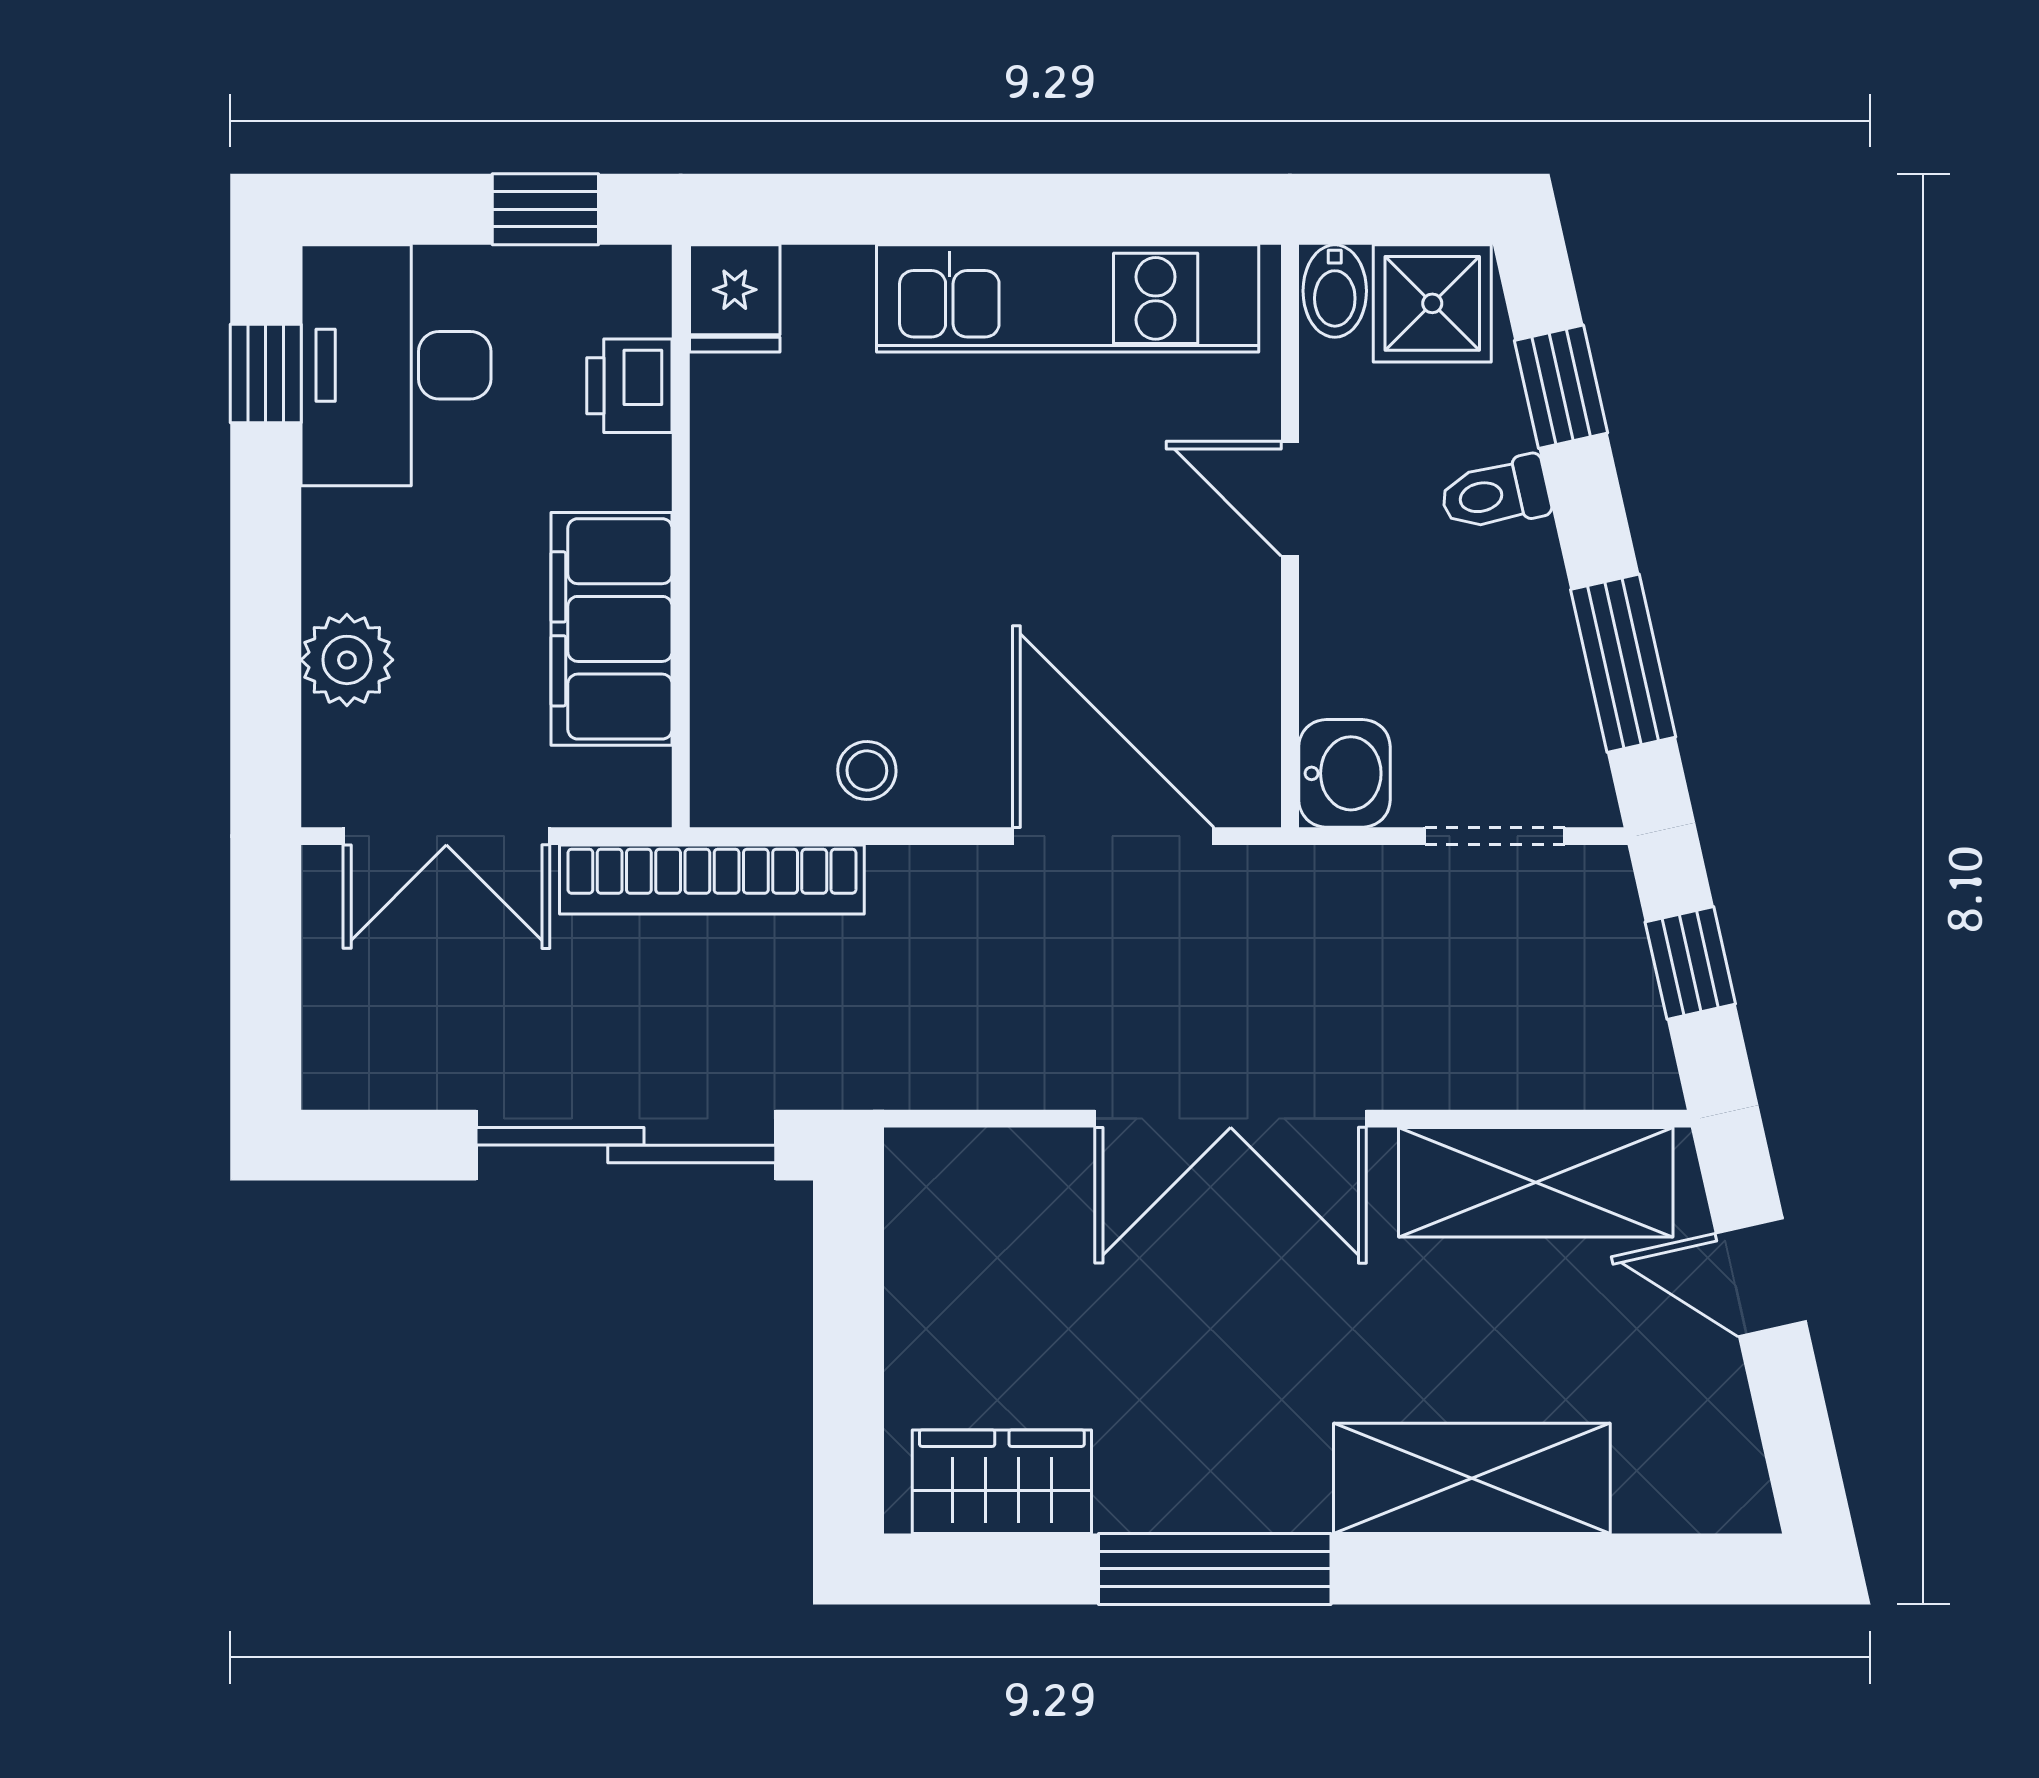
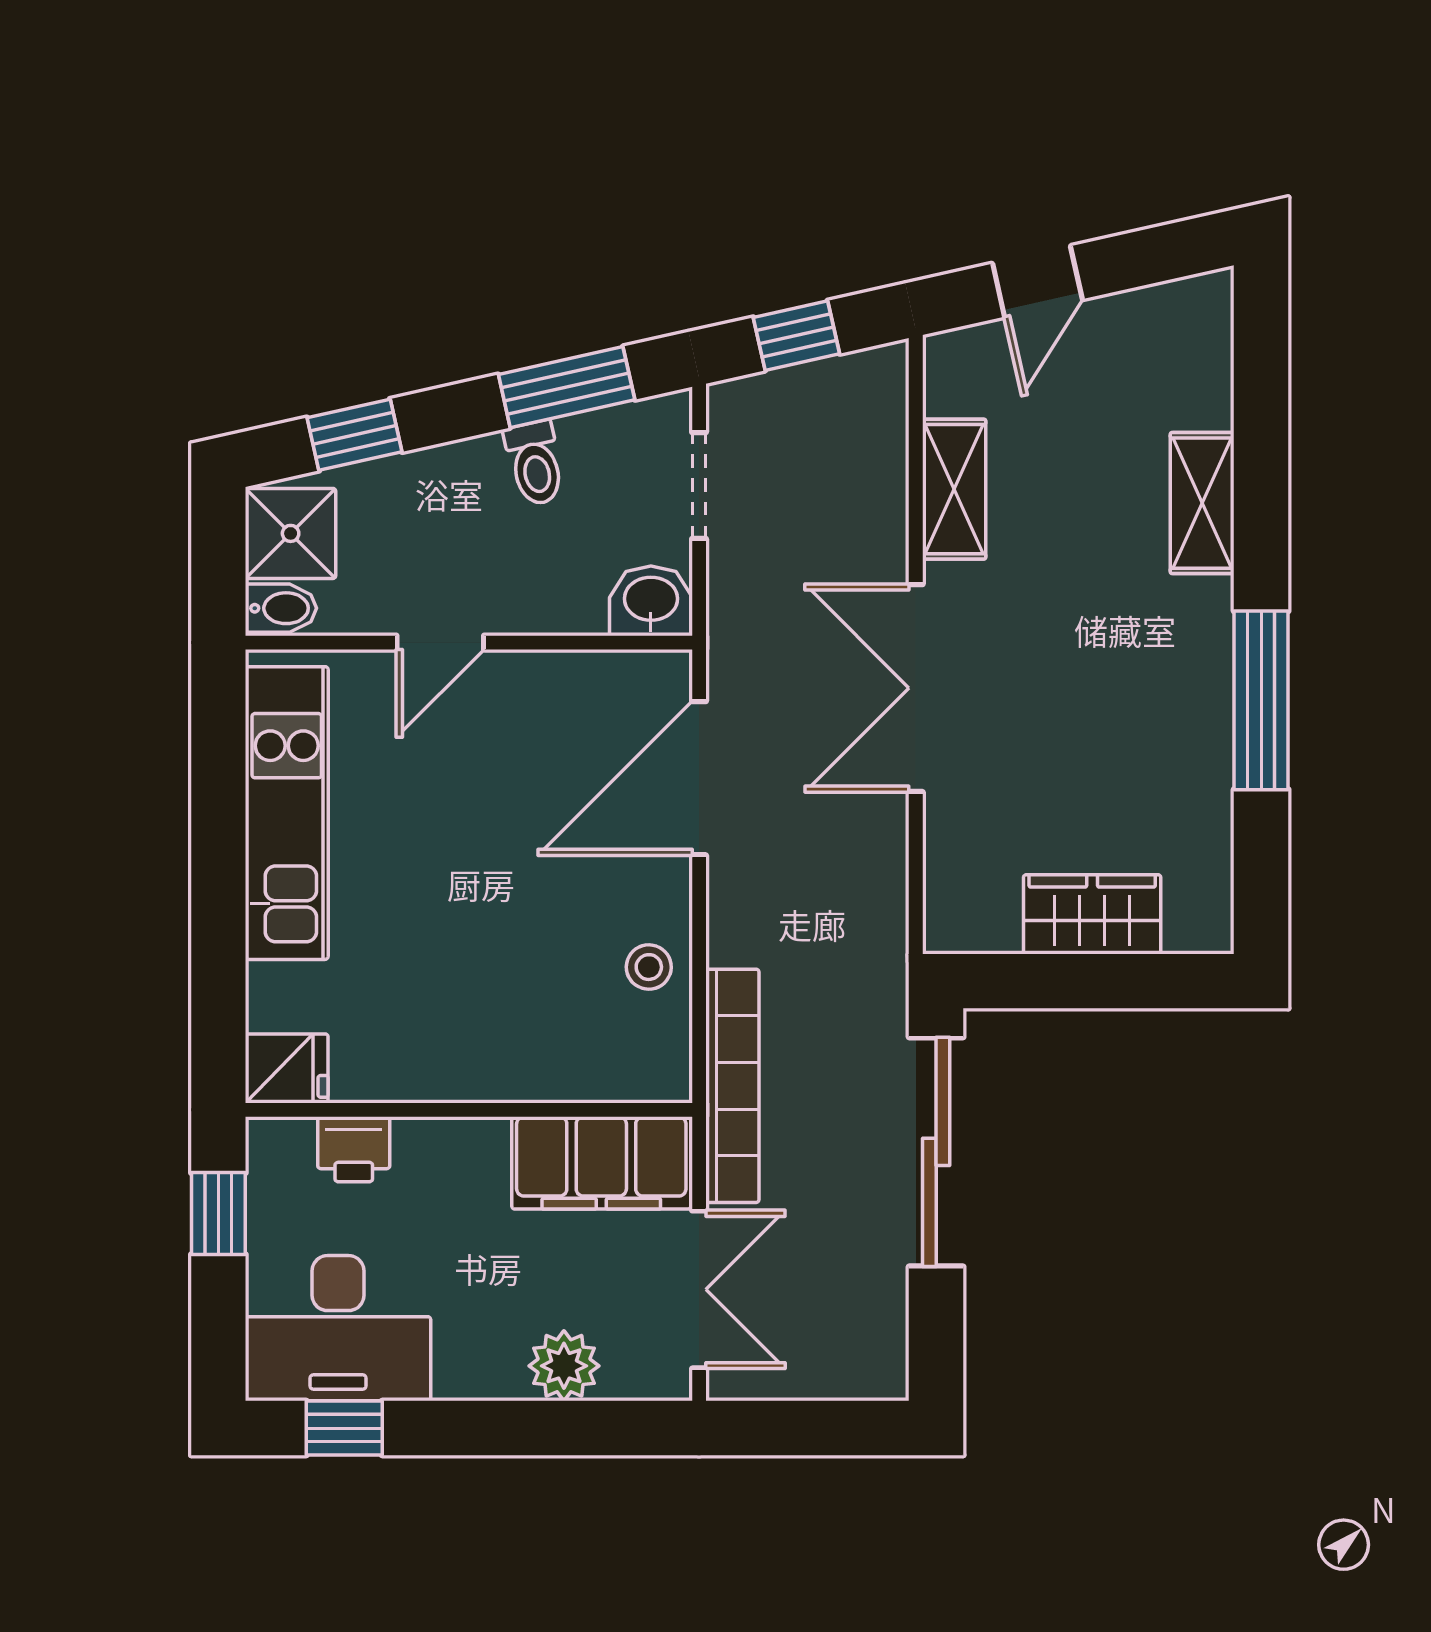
toilet: (1495, 494) -> (535, 463), moved
filing cabinet: (611, 629) -> (601, 1163), moved
double door: (1231, 1119) -> (916, 688), swing flipped
shelving: (1536, 1182) -> (954, 489), width x0.67, depth x0.75
shelving: (1472, 1478) -> (1202, 503), width x0.67, depth x0.75
wardrobe: (1002, 1482) -> (1092, 914), moved, turned 90

